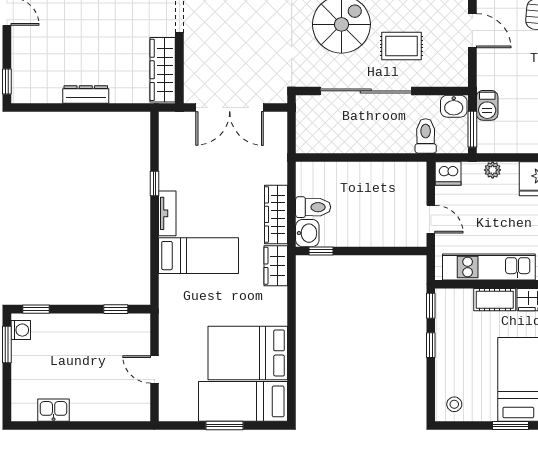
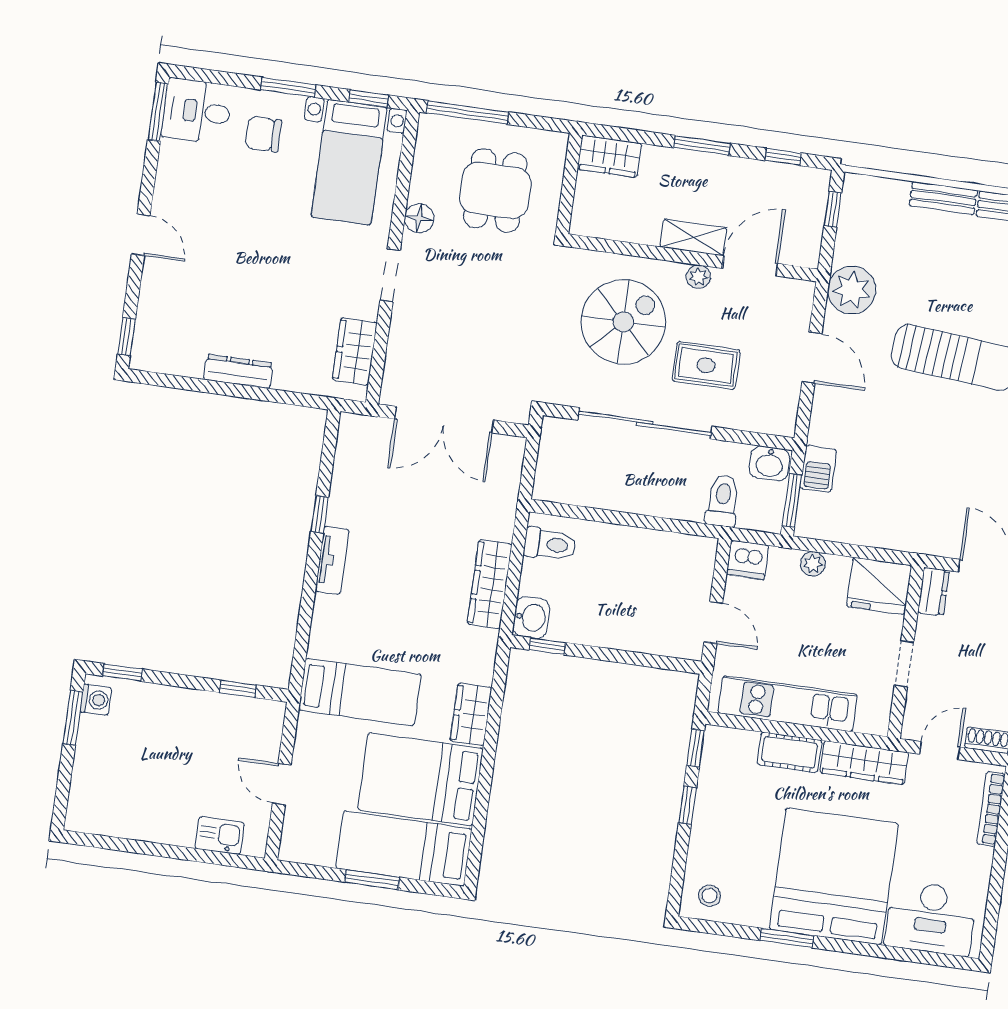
wardrobe: (163, 70) -> (355, 351), width x0.67
toilet: (313, 207) -> (550, 544), moved
bed: (198, 256) -> (360, 692), moved
wardrobe: (276, 266) -> (471, 714), moved
kitchen sink: (54, 410) -> (220, 835), moved

